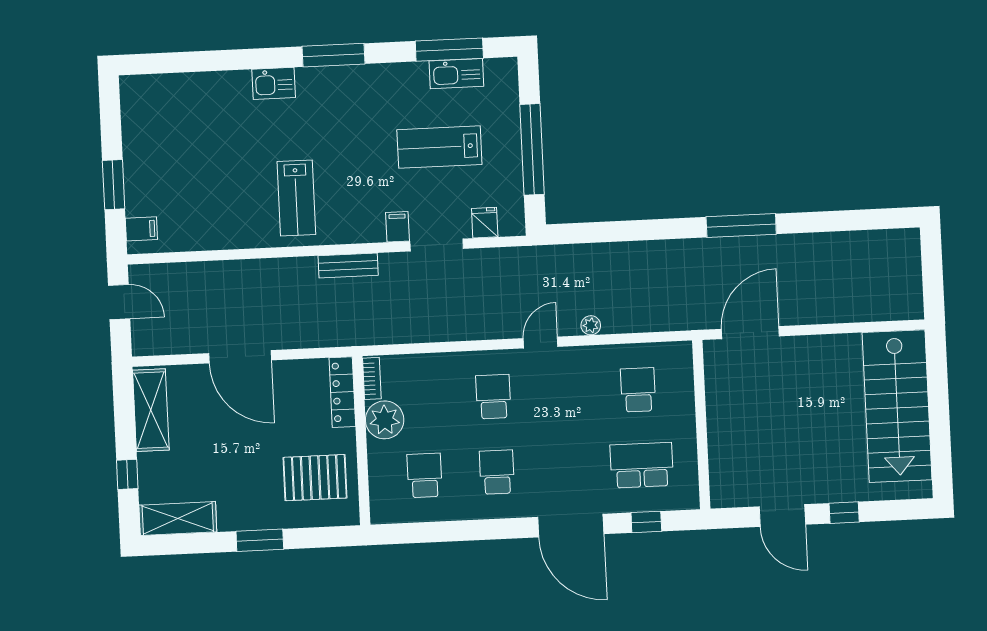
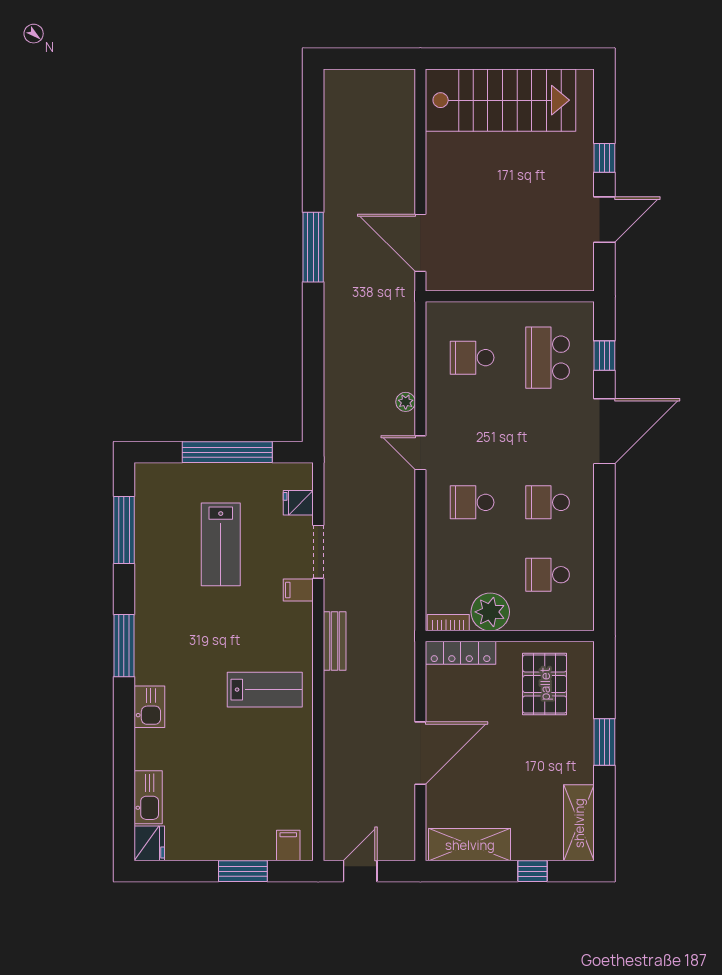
kitchen sink: (456, 74) -> (148, 797), moved
fridge: (137, 90) -> (149, 843), added

